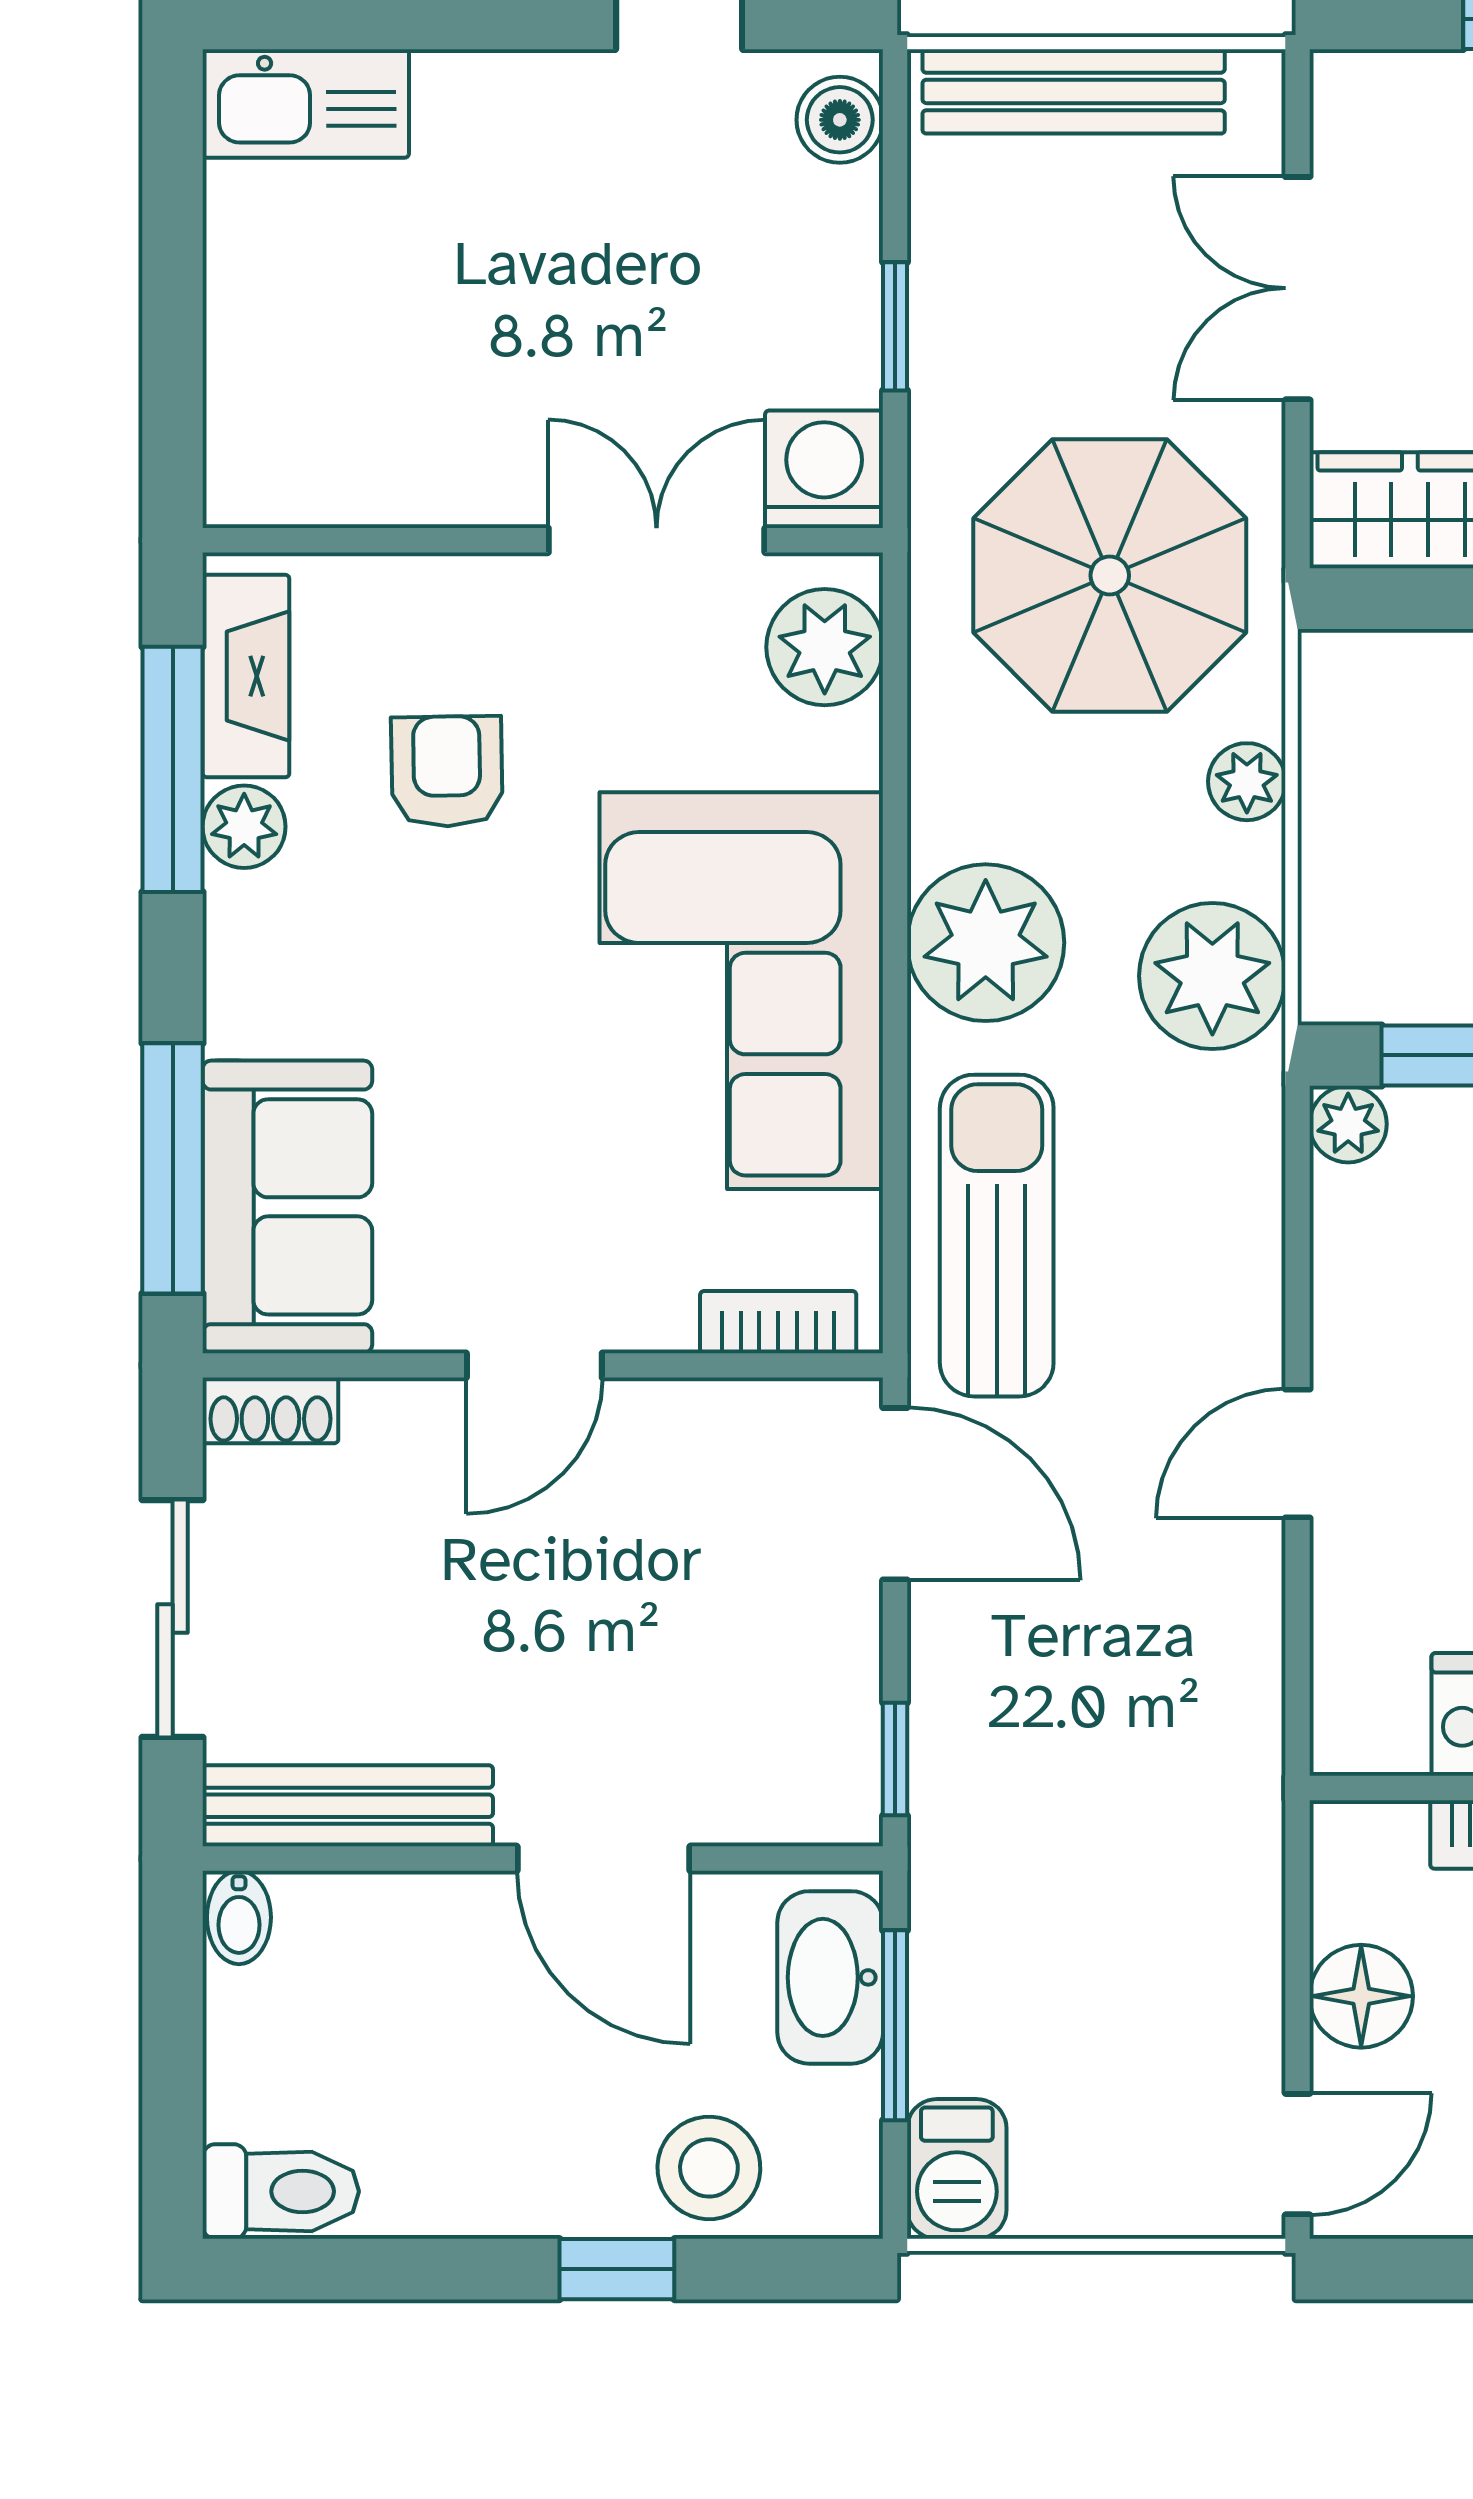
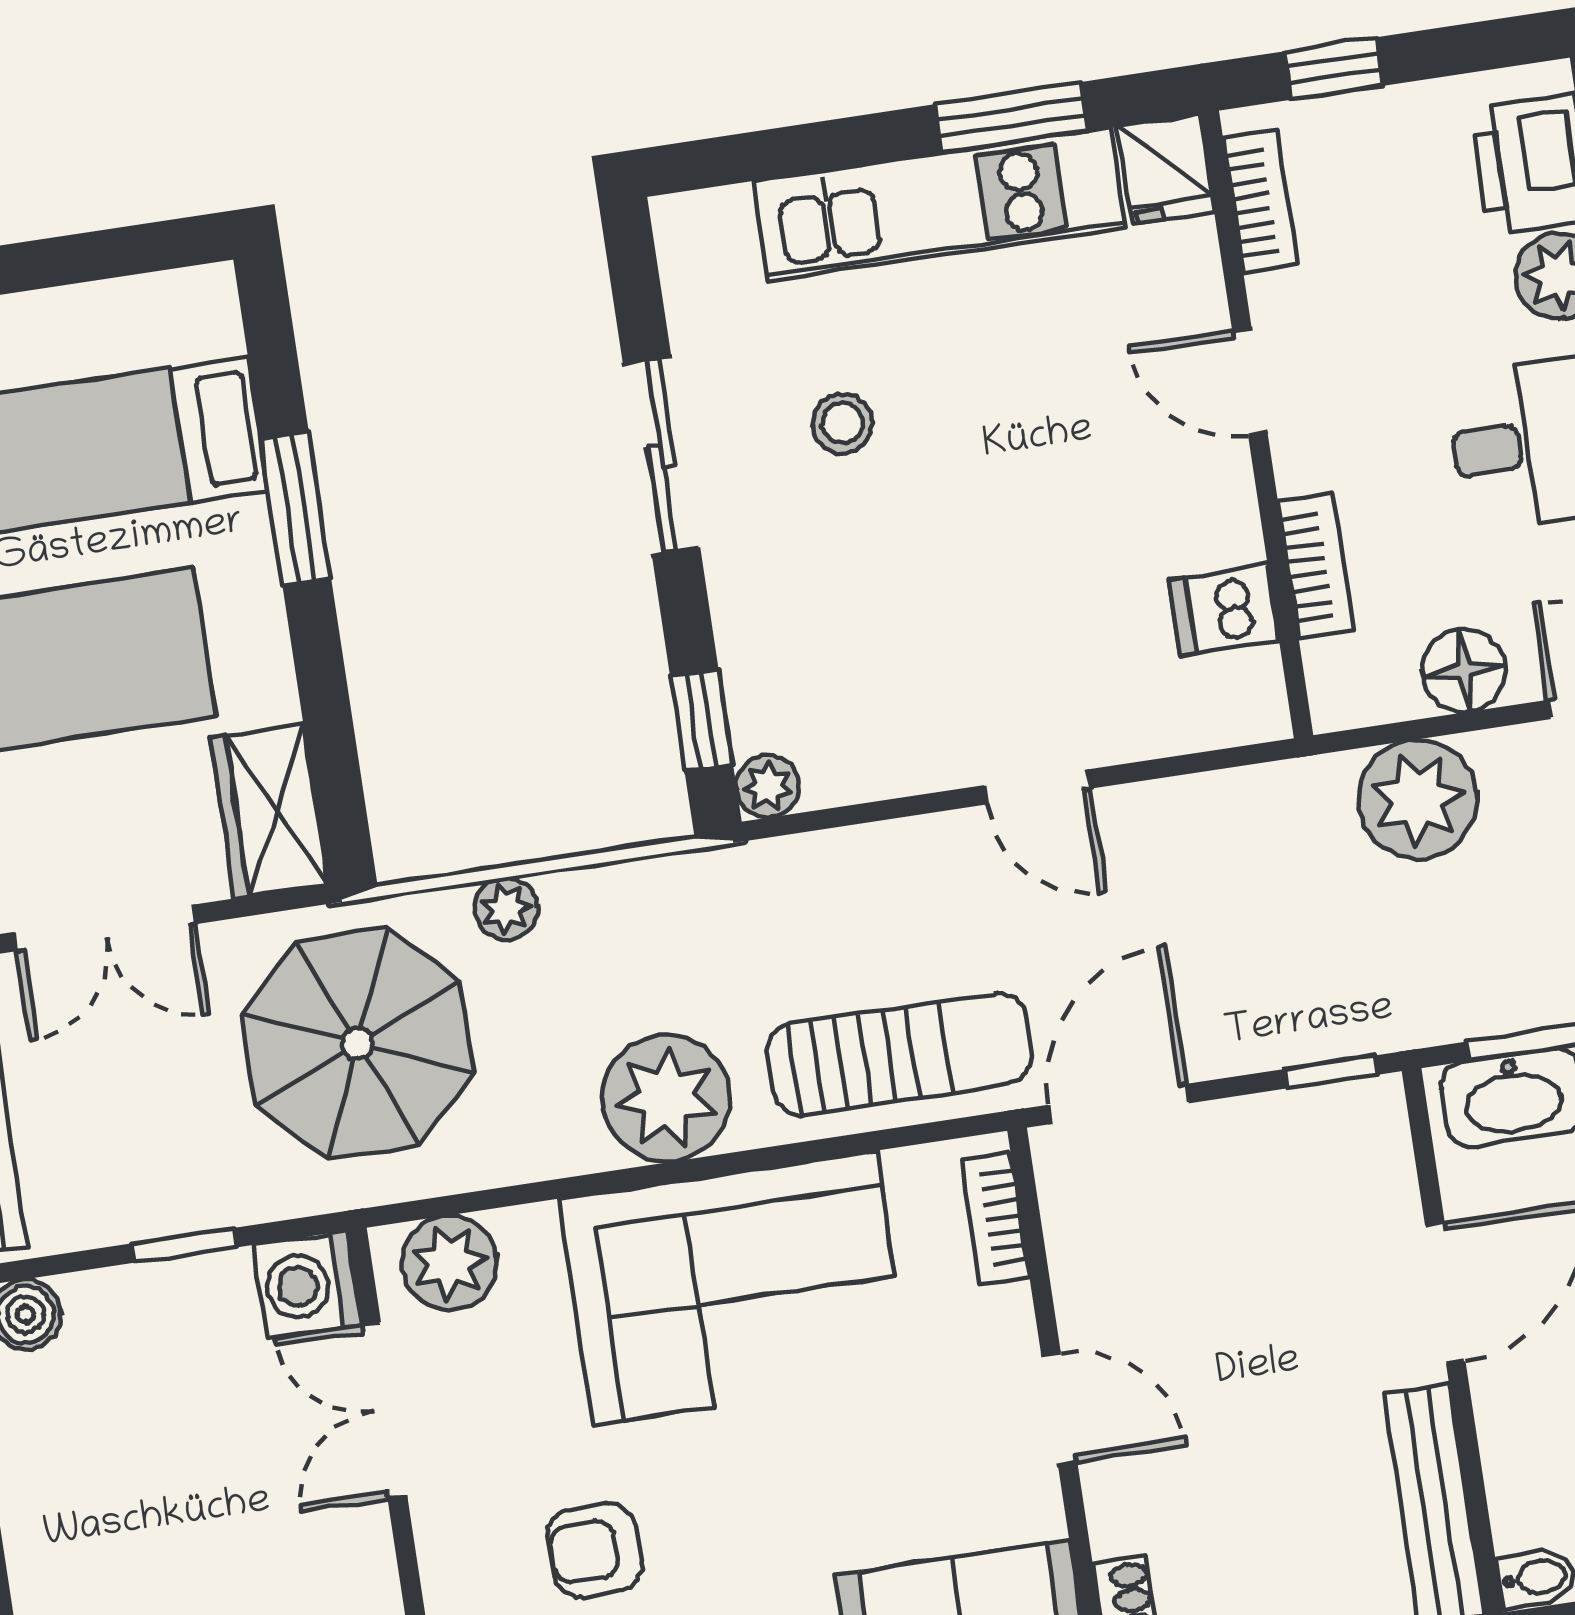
plant: (1212, 976) -> (1418, 799), moved
sun lounger: (997, 1236) -> (899, 1054), turned 180

